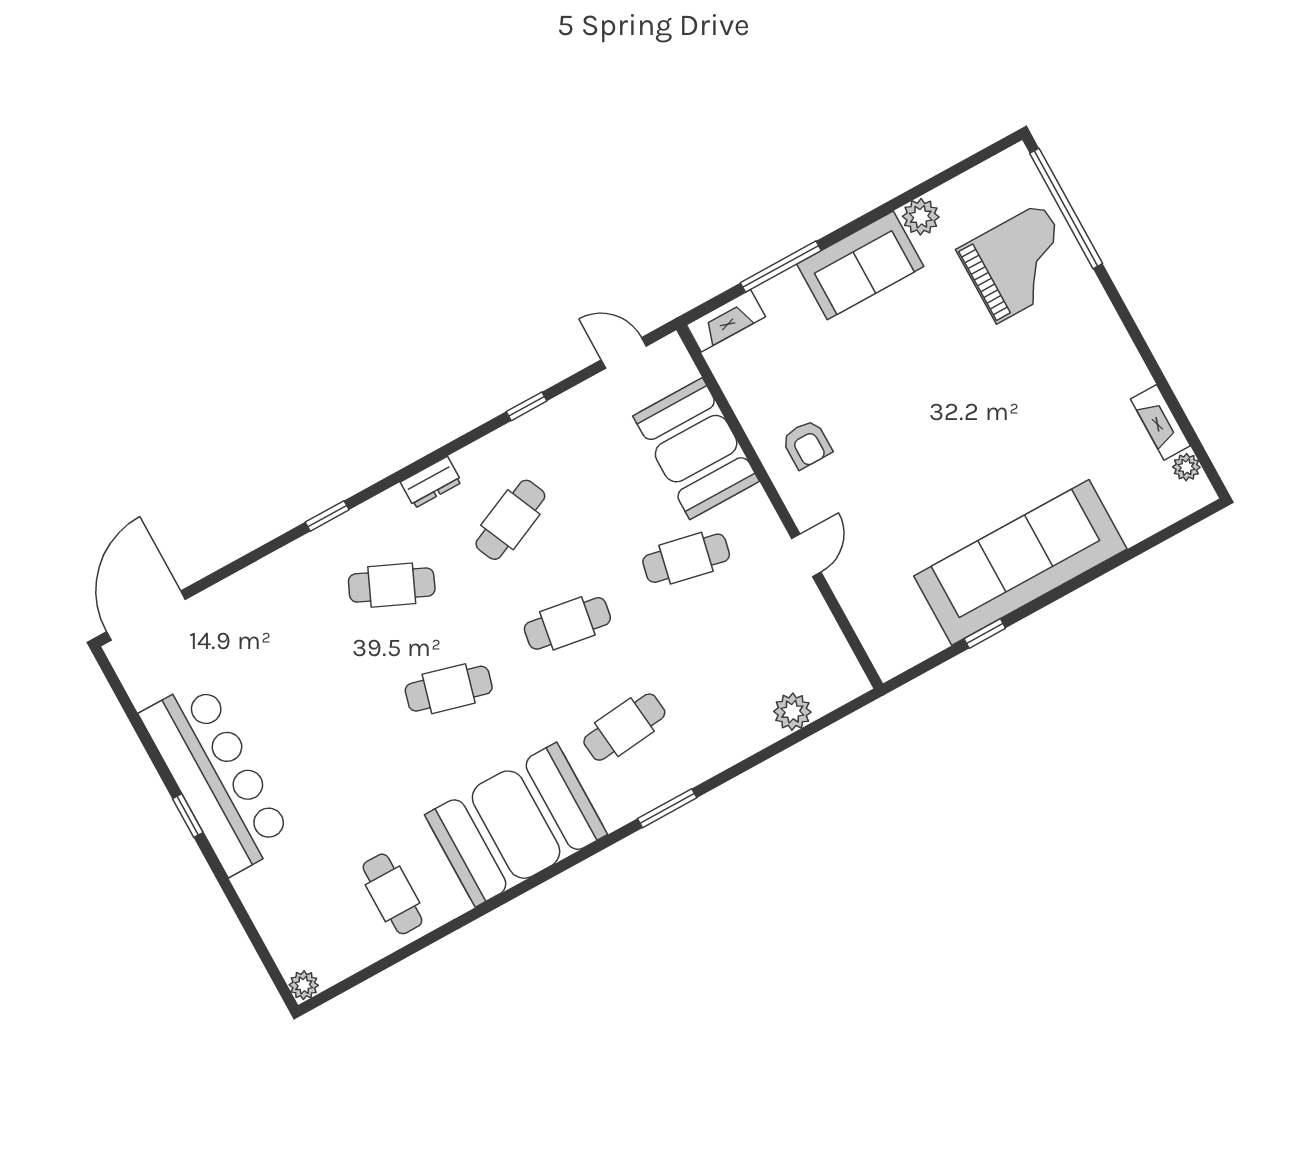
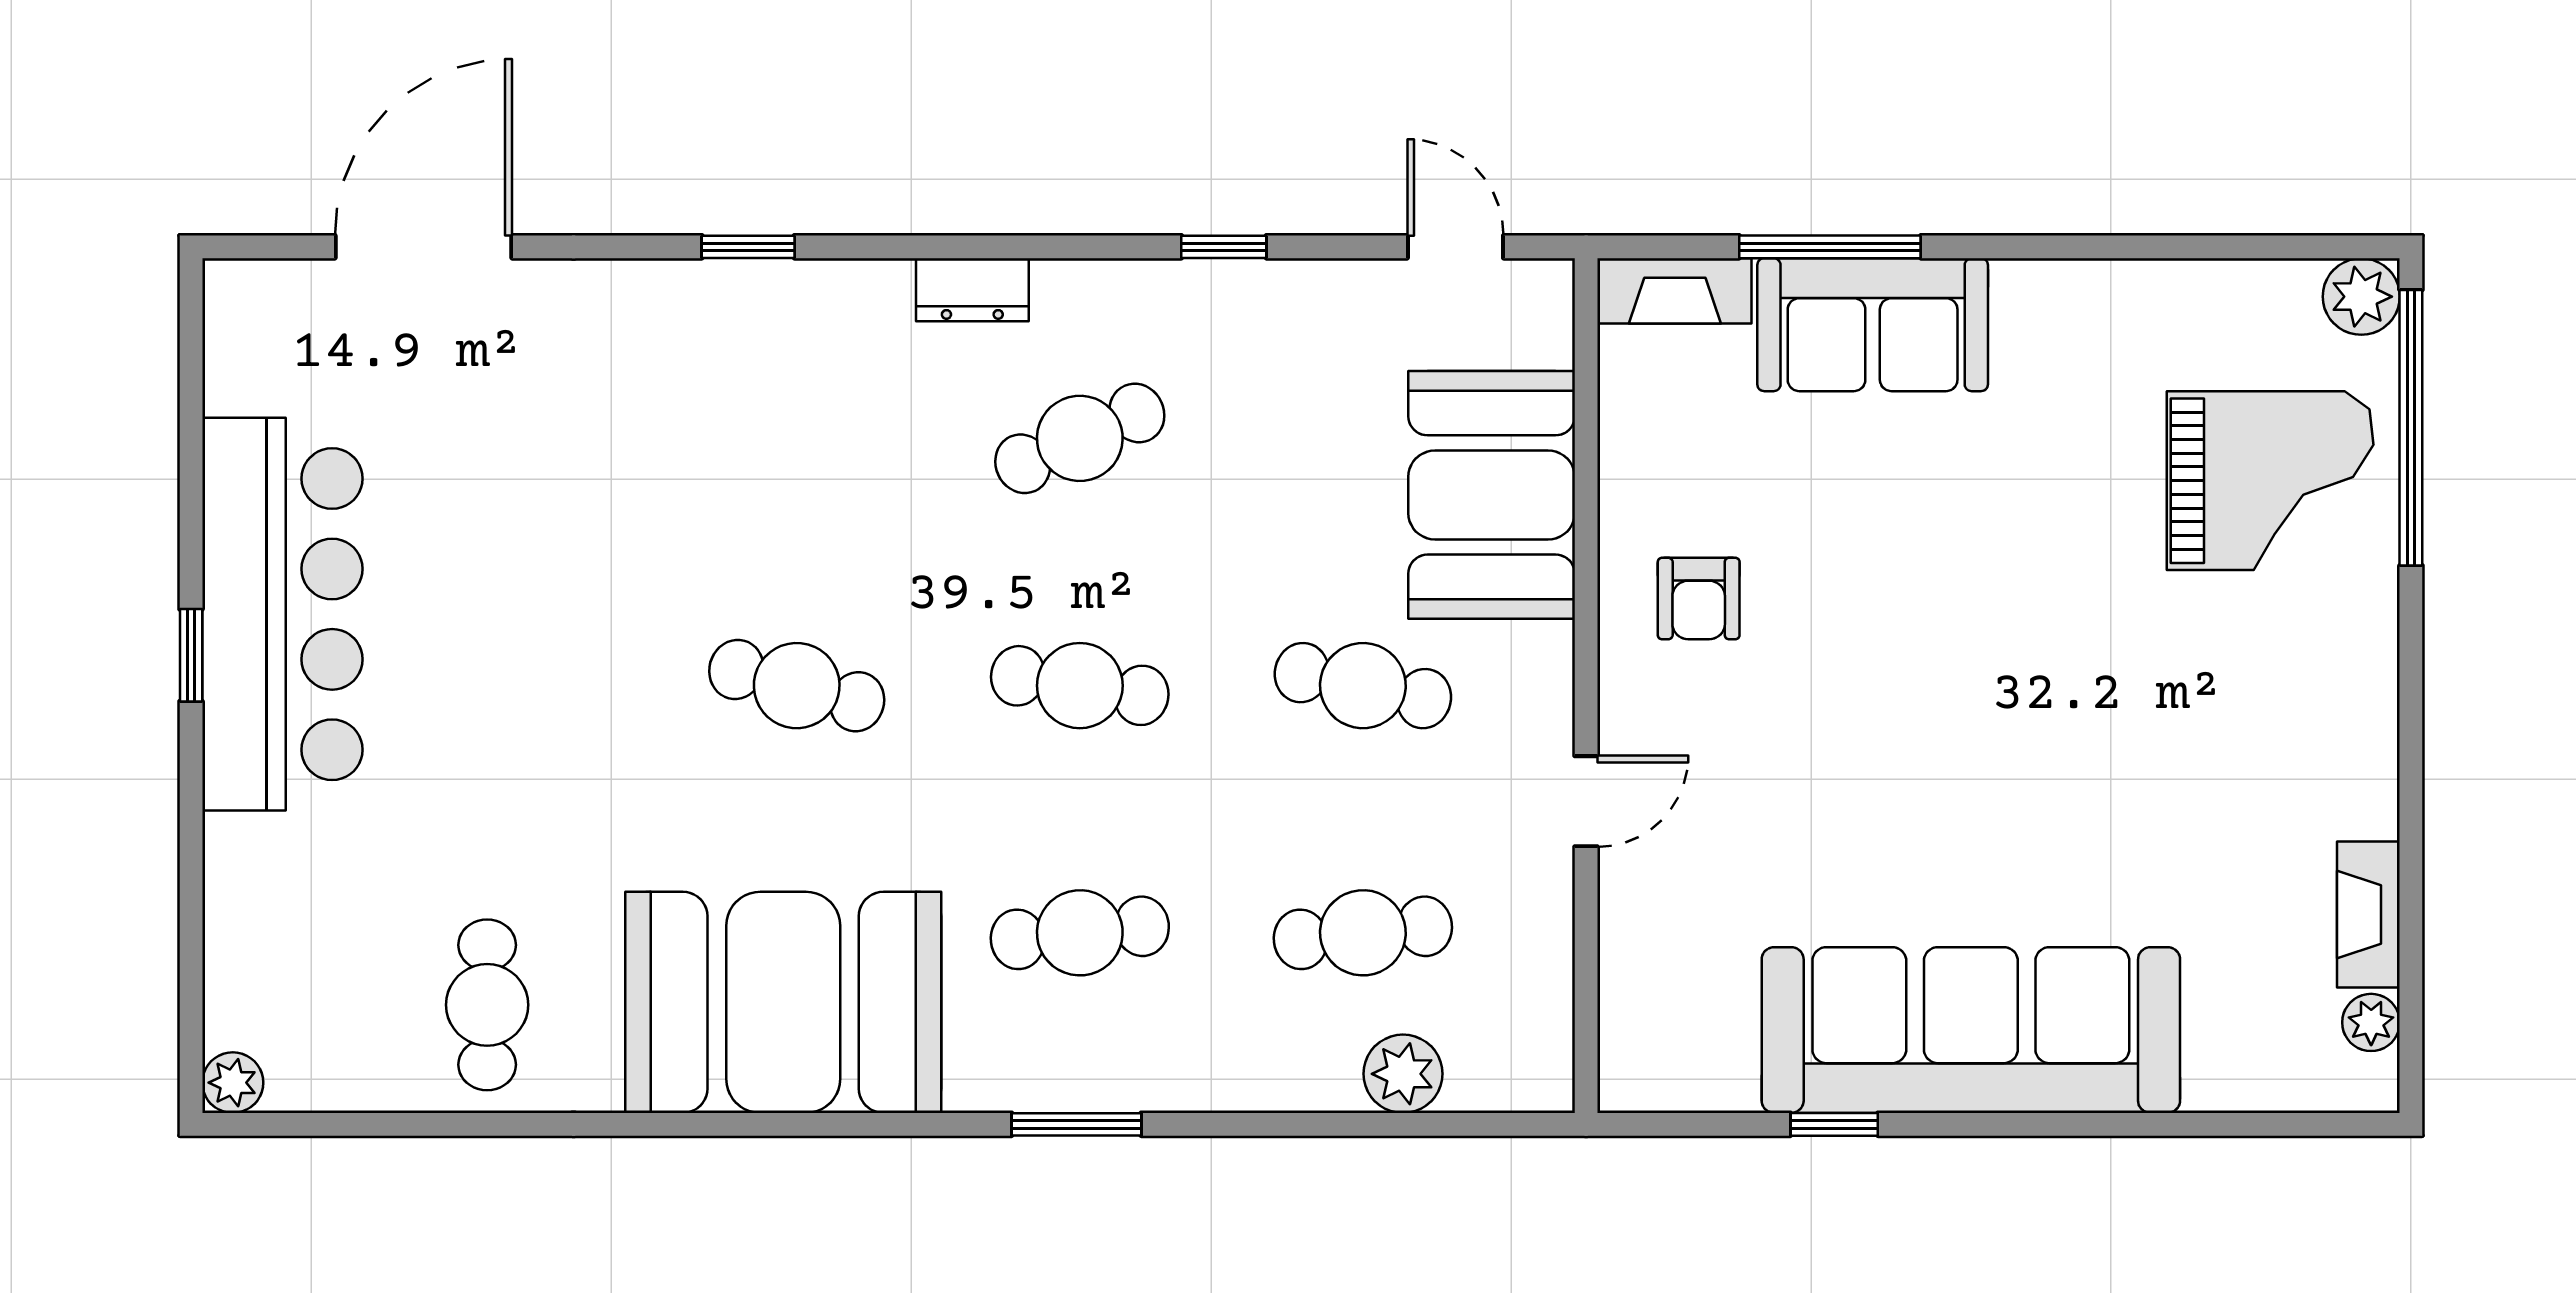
plant: (921, 217) -> (2361, 297), moved
sofa: (860, 265) -> (1873, 325), moved
cafe table: (392, 585) -> (1363, 933), moved, turned -30
door: (146, 616) -> (423, 247), moved

